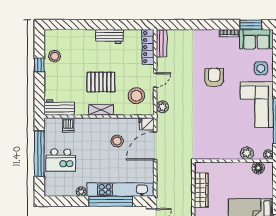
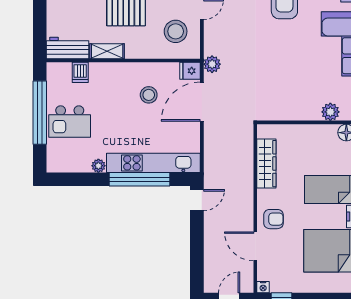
plant: (162, 107) -> (212, 64), moved
shelving: (101, 110) -> (107, 51), moved

